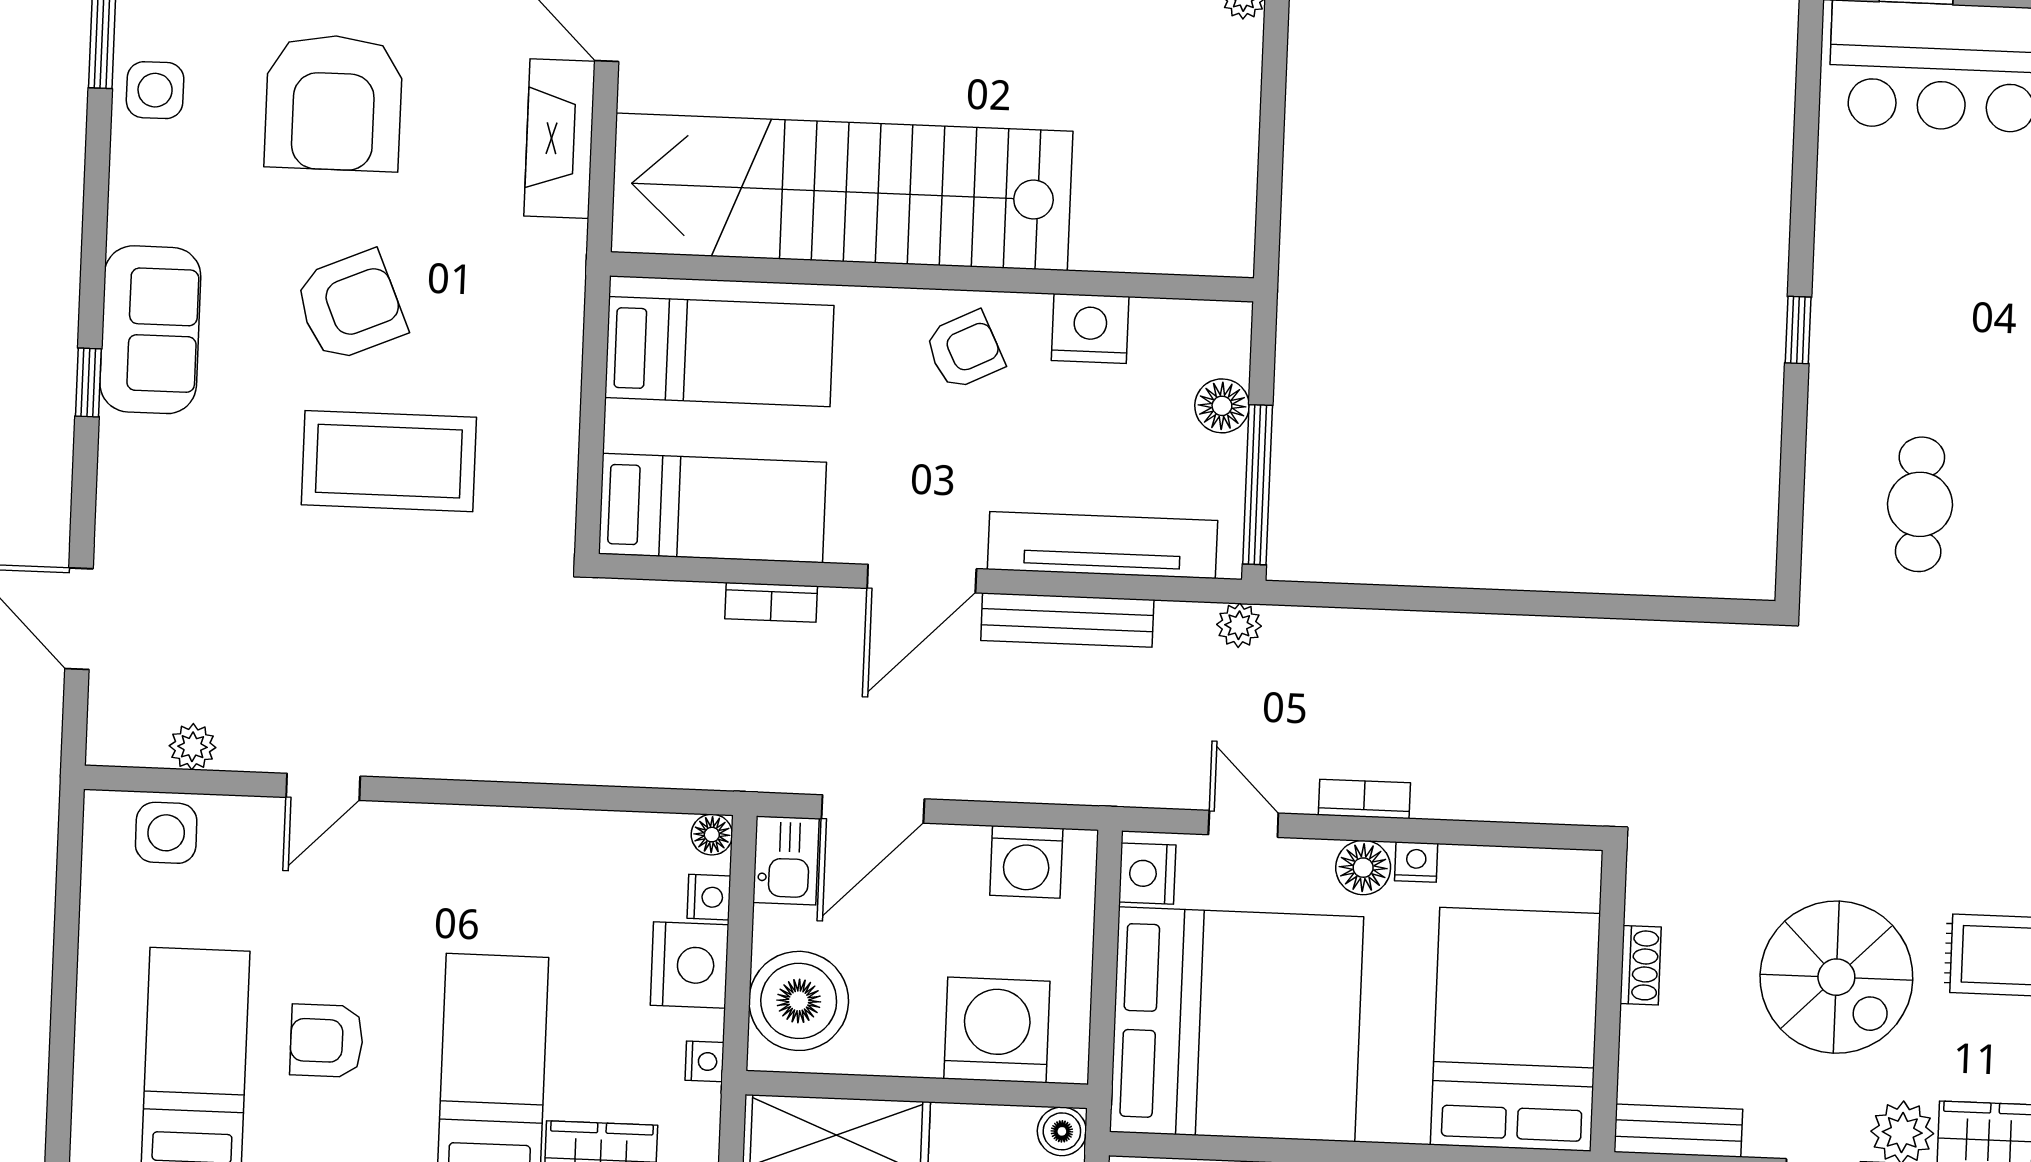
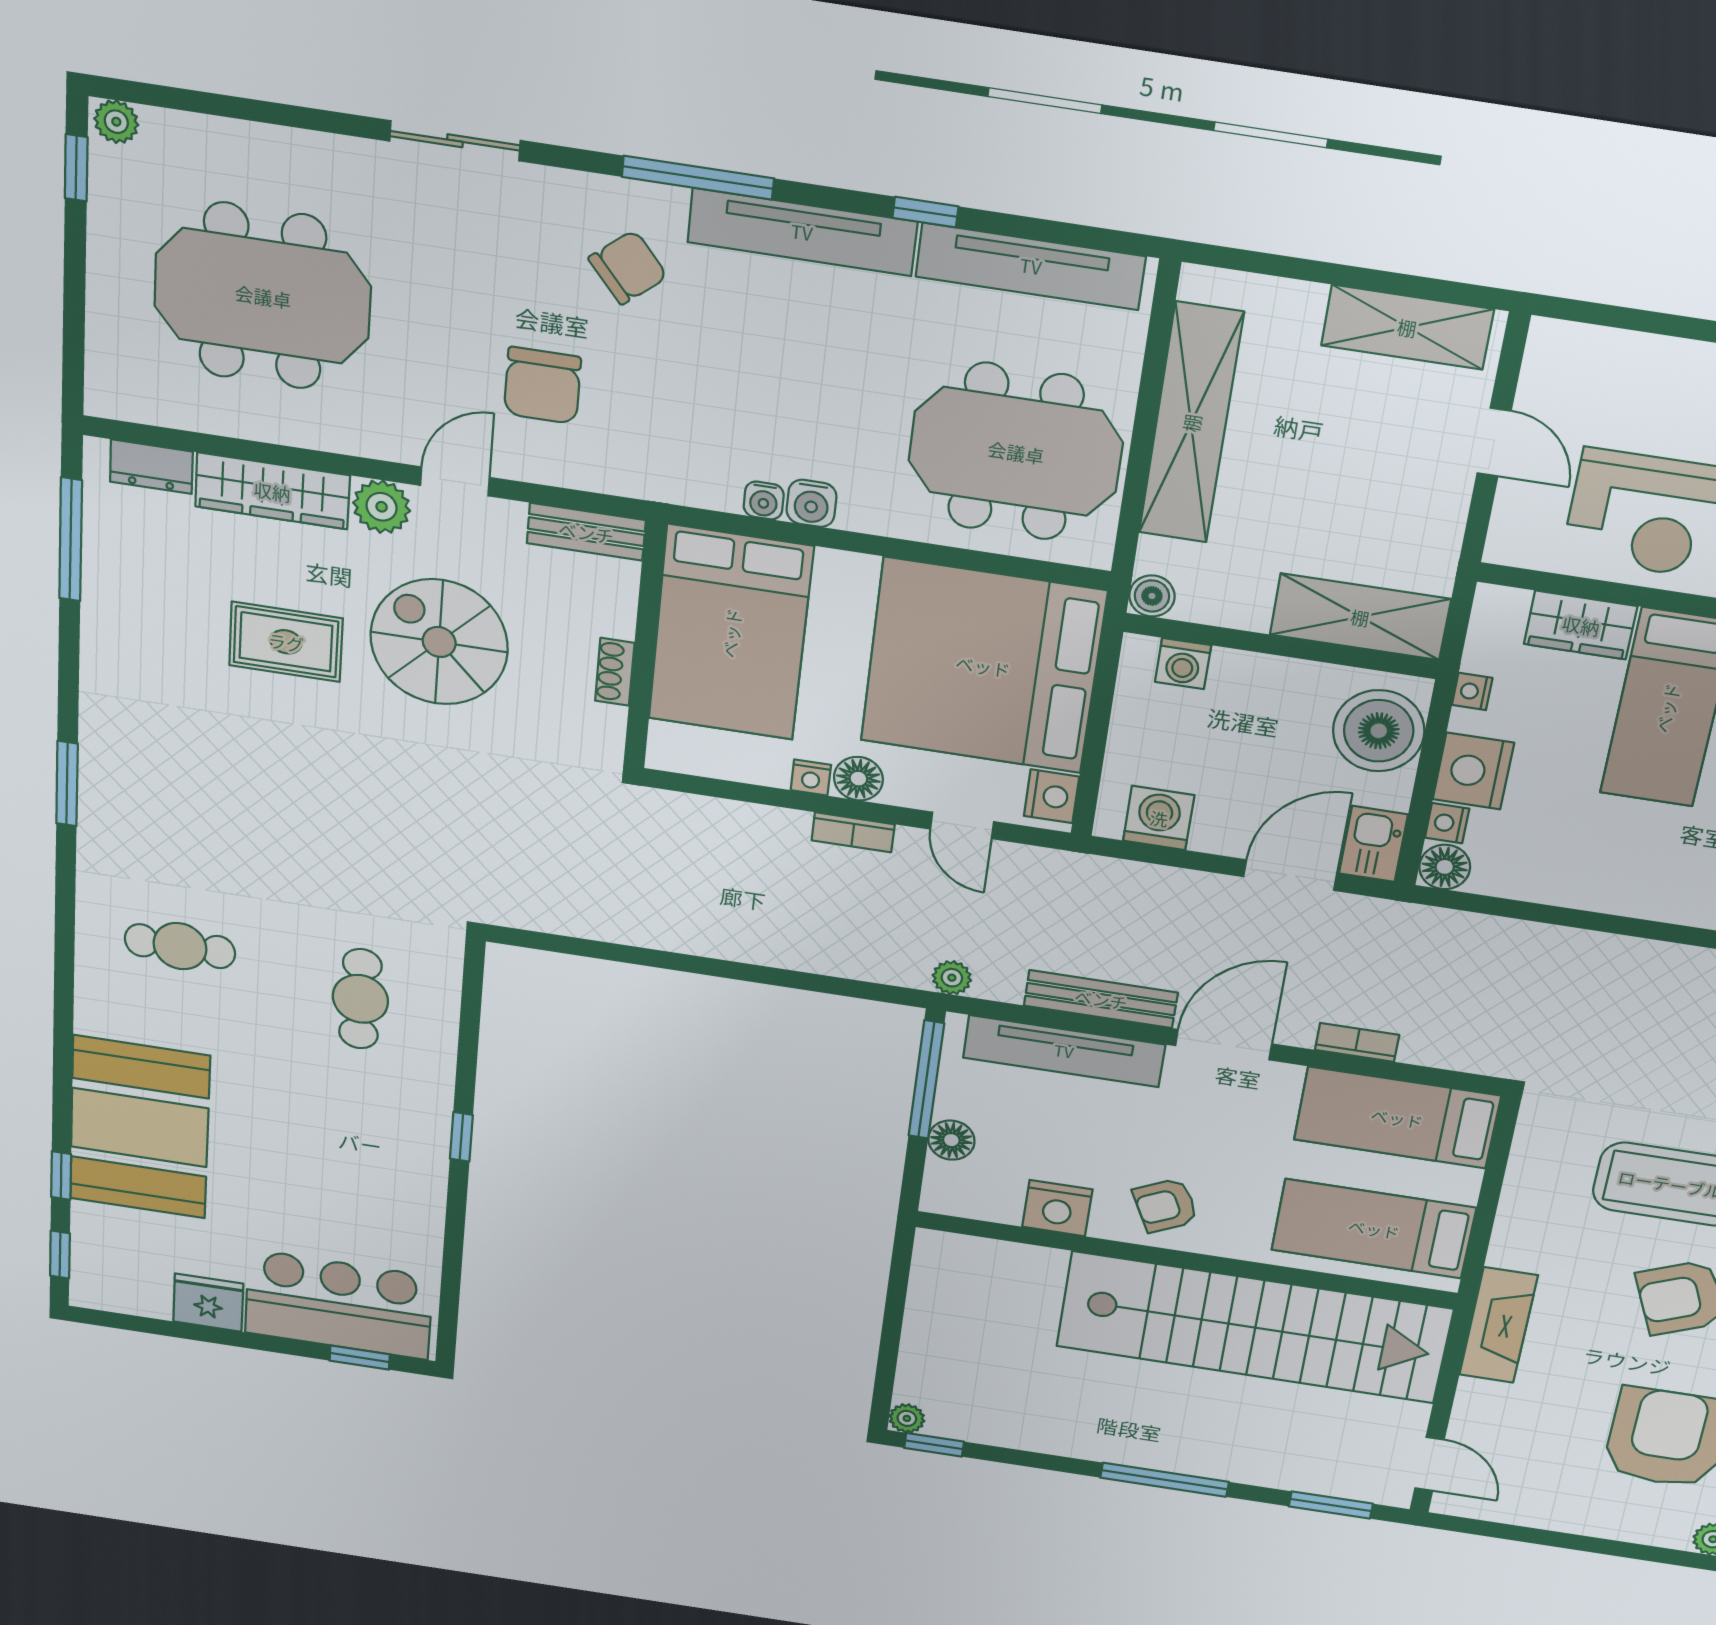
fireplace: (559, 139) -> (1498, 1325), moved
floor lamp: (712, 835) -> (1445, 867), width x1.37, depth x1.37
washing machine: (997, 1030) -> (1183, 664), width x0.53, depth x0.53

